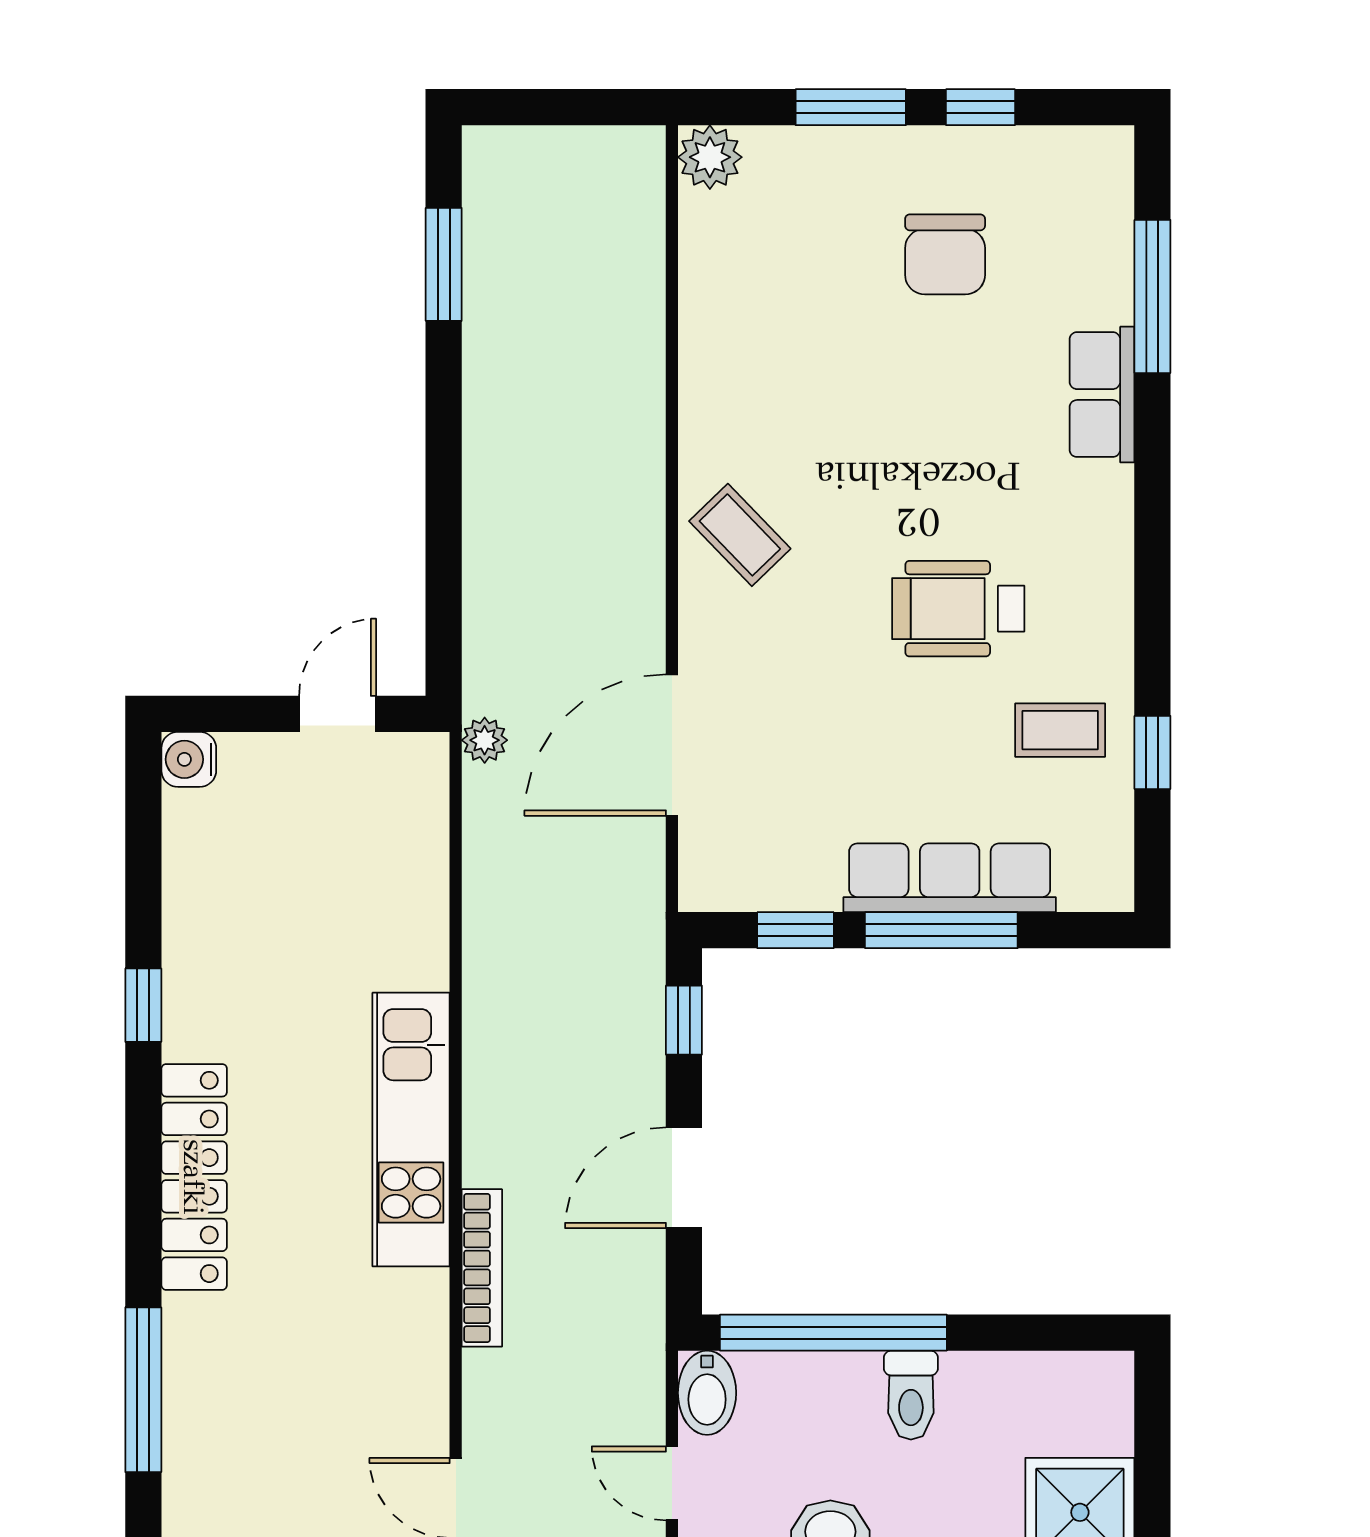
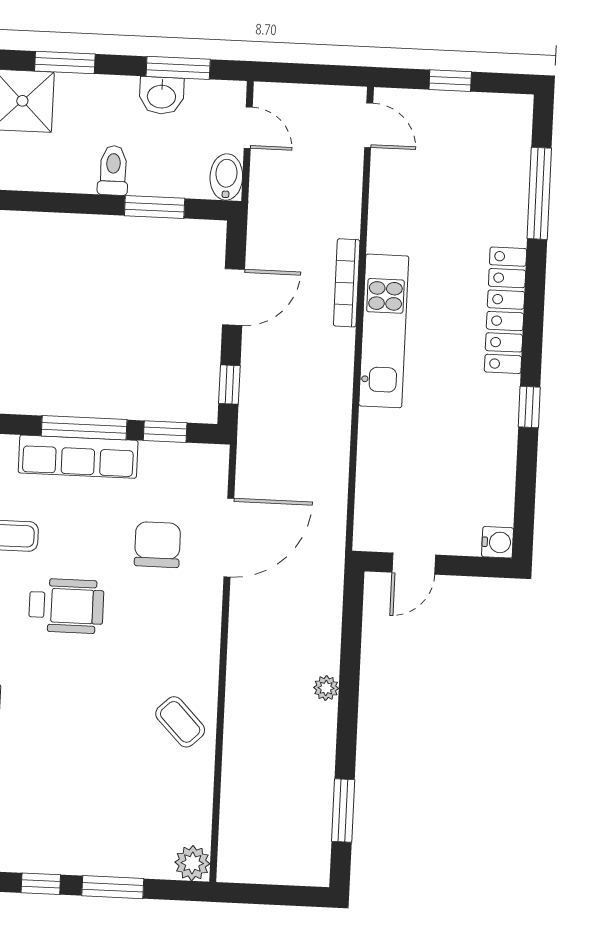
chair: (945, 254) -> (157, 545), moved
coffee table: (740, 535) -> (180, 722), moved
plant: (485, 740) -> (326, 688), moved
bookcase: (482, 1268) -> (347, 283), moved
window: (833, 1333) -> (155, 207), width x0.47

